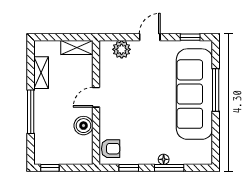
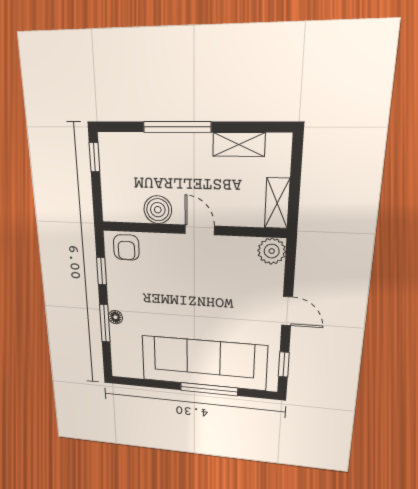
plant: (122, 49) -> (272, 251), moved

